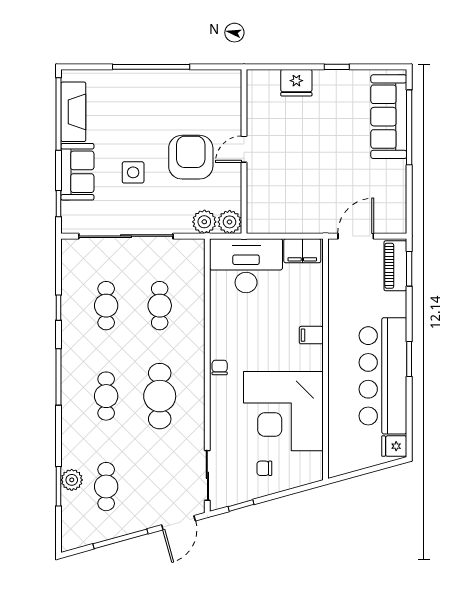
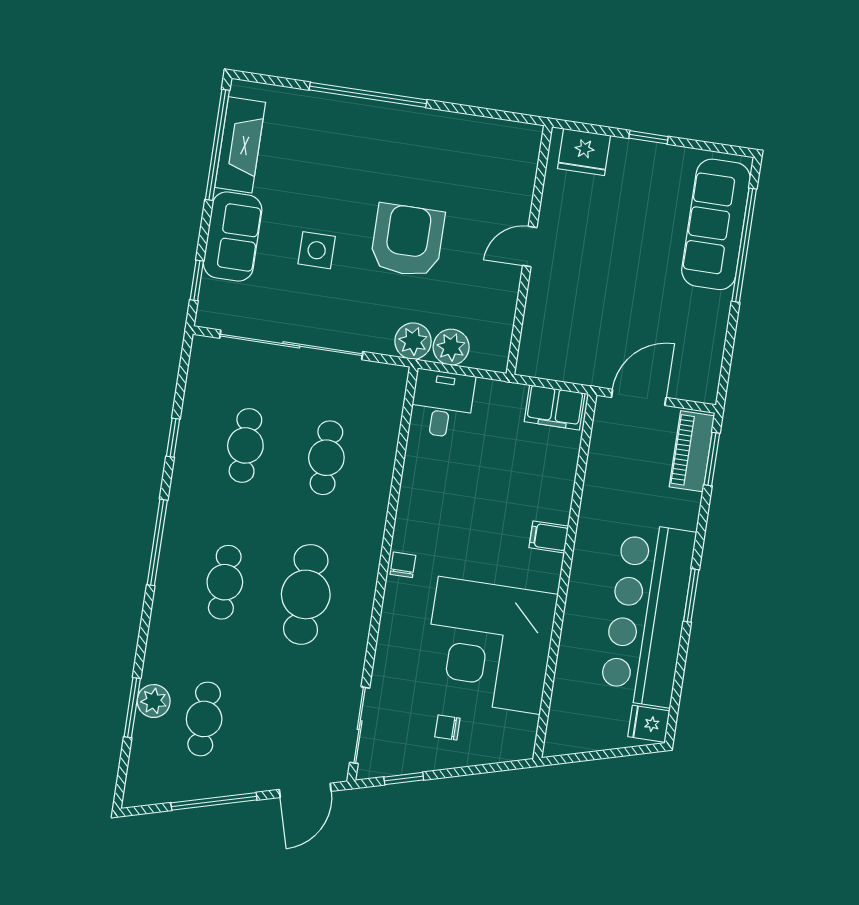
door: (244, 149) -> (530, 247), moved
wall: (244, 152) -> (529, 250), moved
desk: (246, 266) -> (442, 404), width x0.53, depth x0.77

